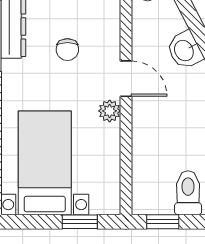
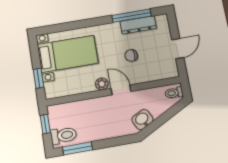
door: (126, 79) -> (121, 90), swing flipped

